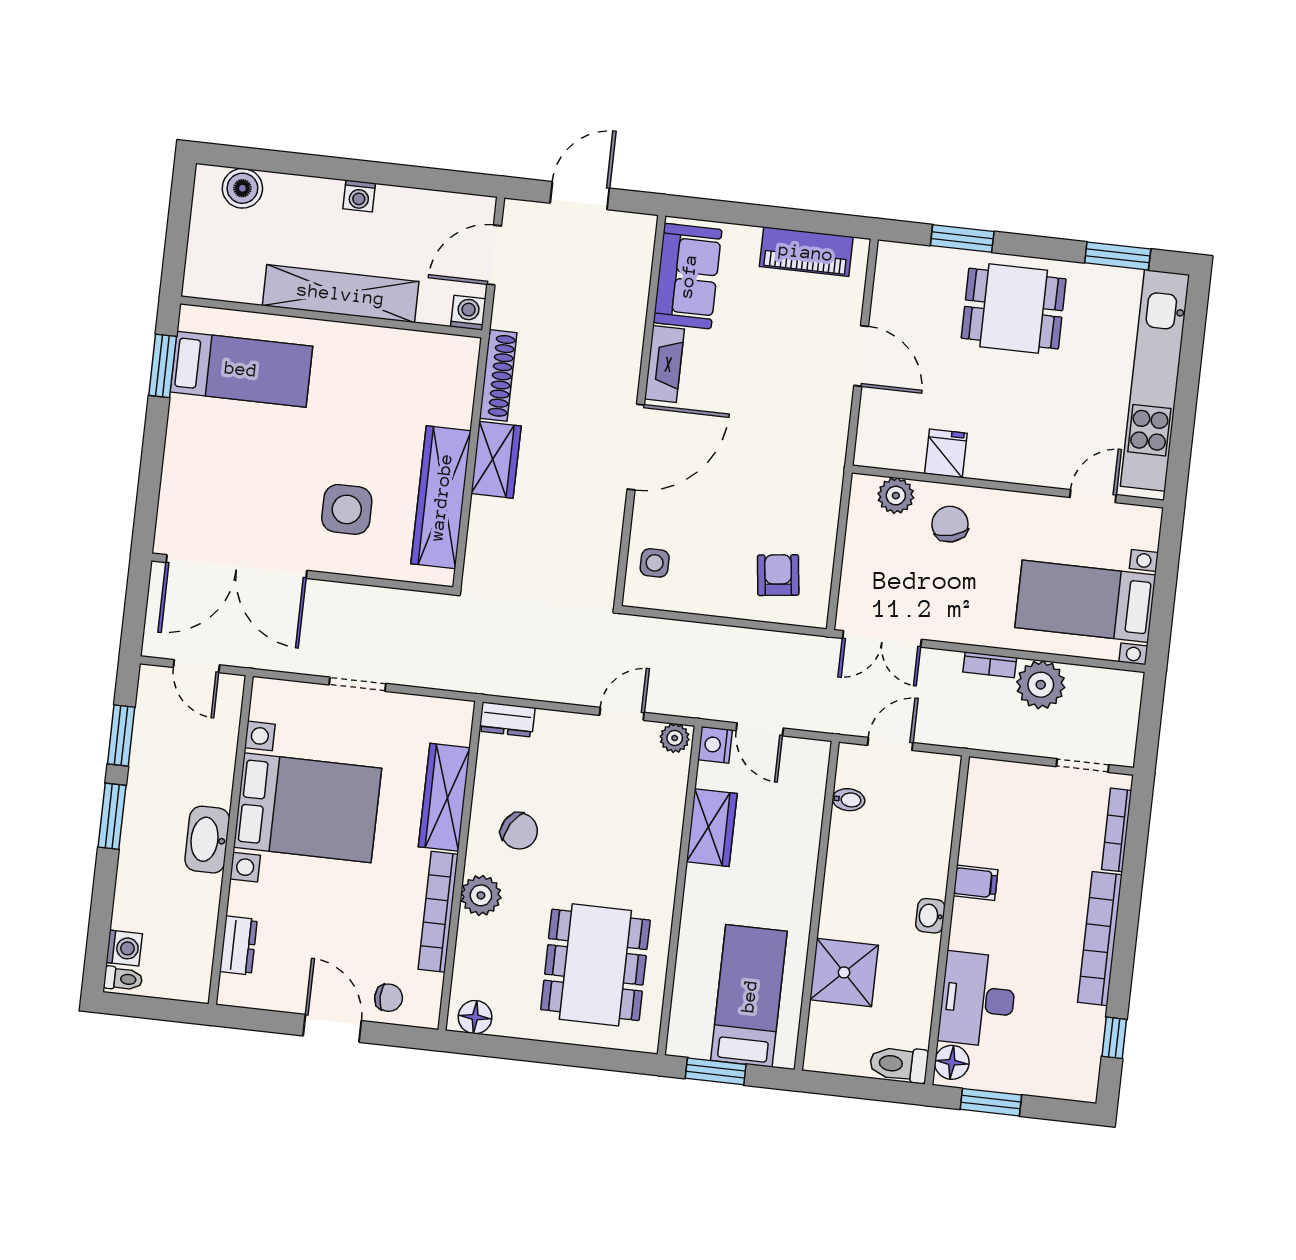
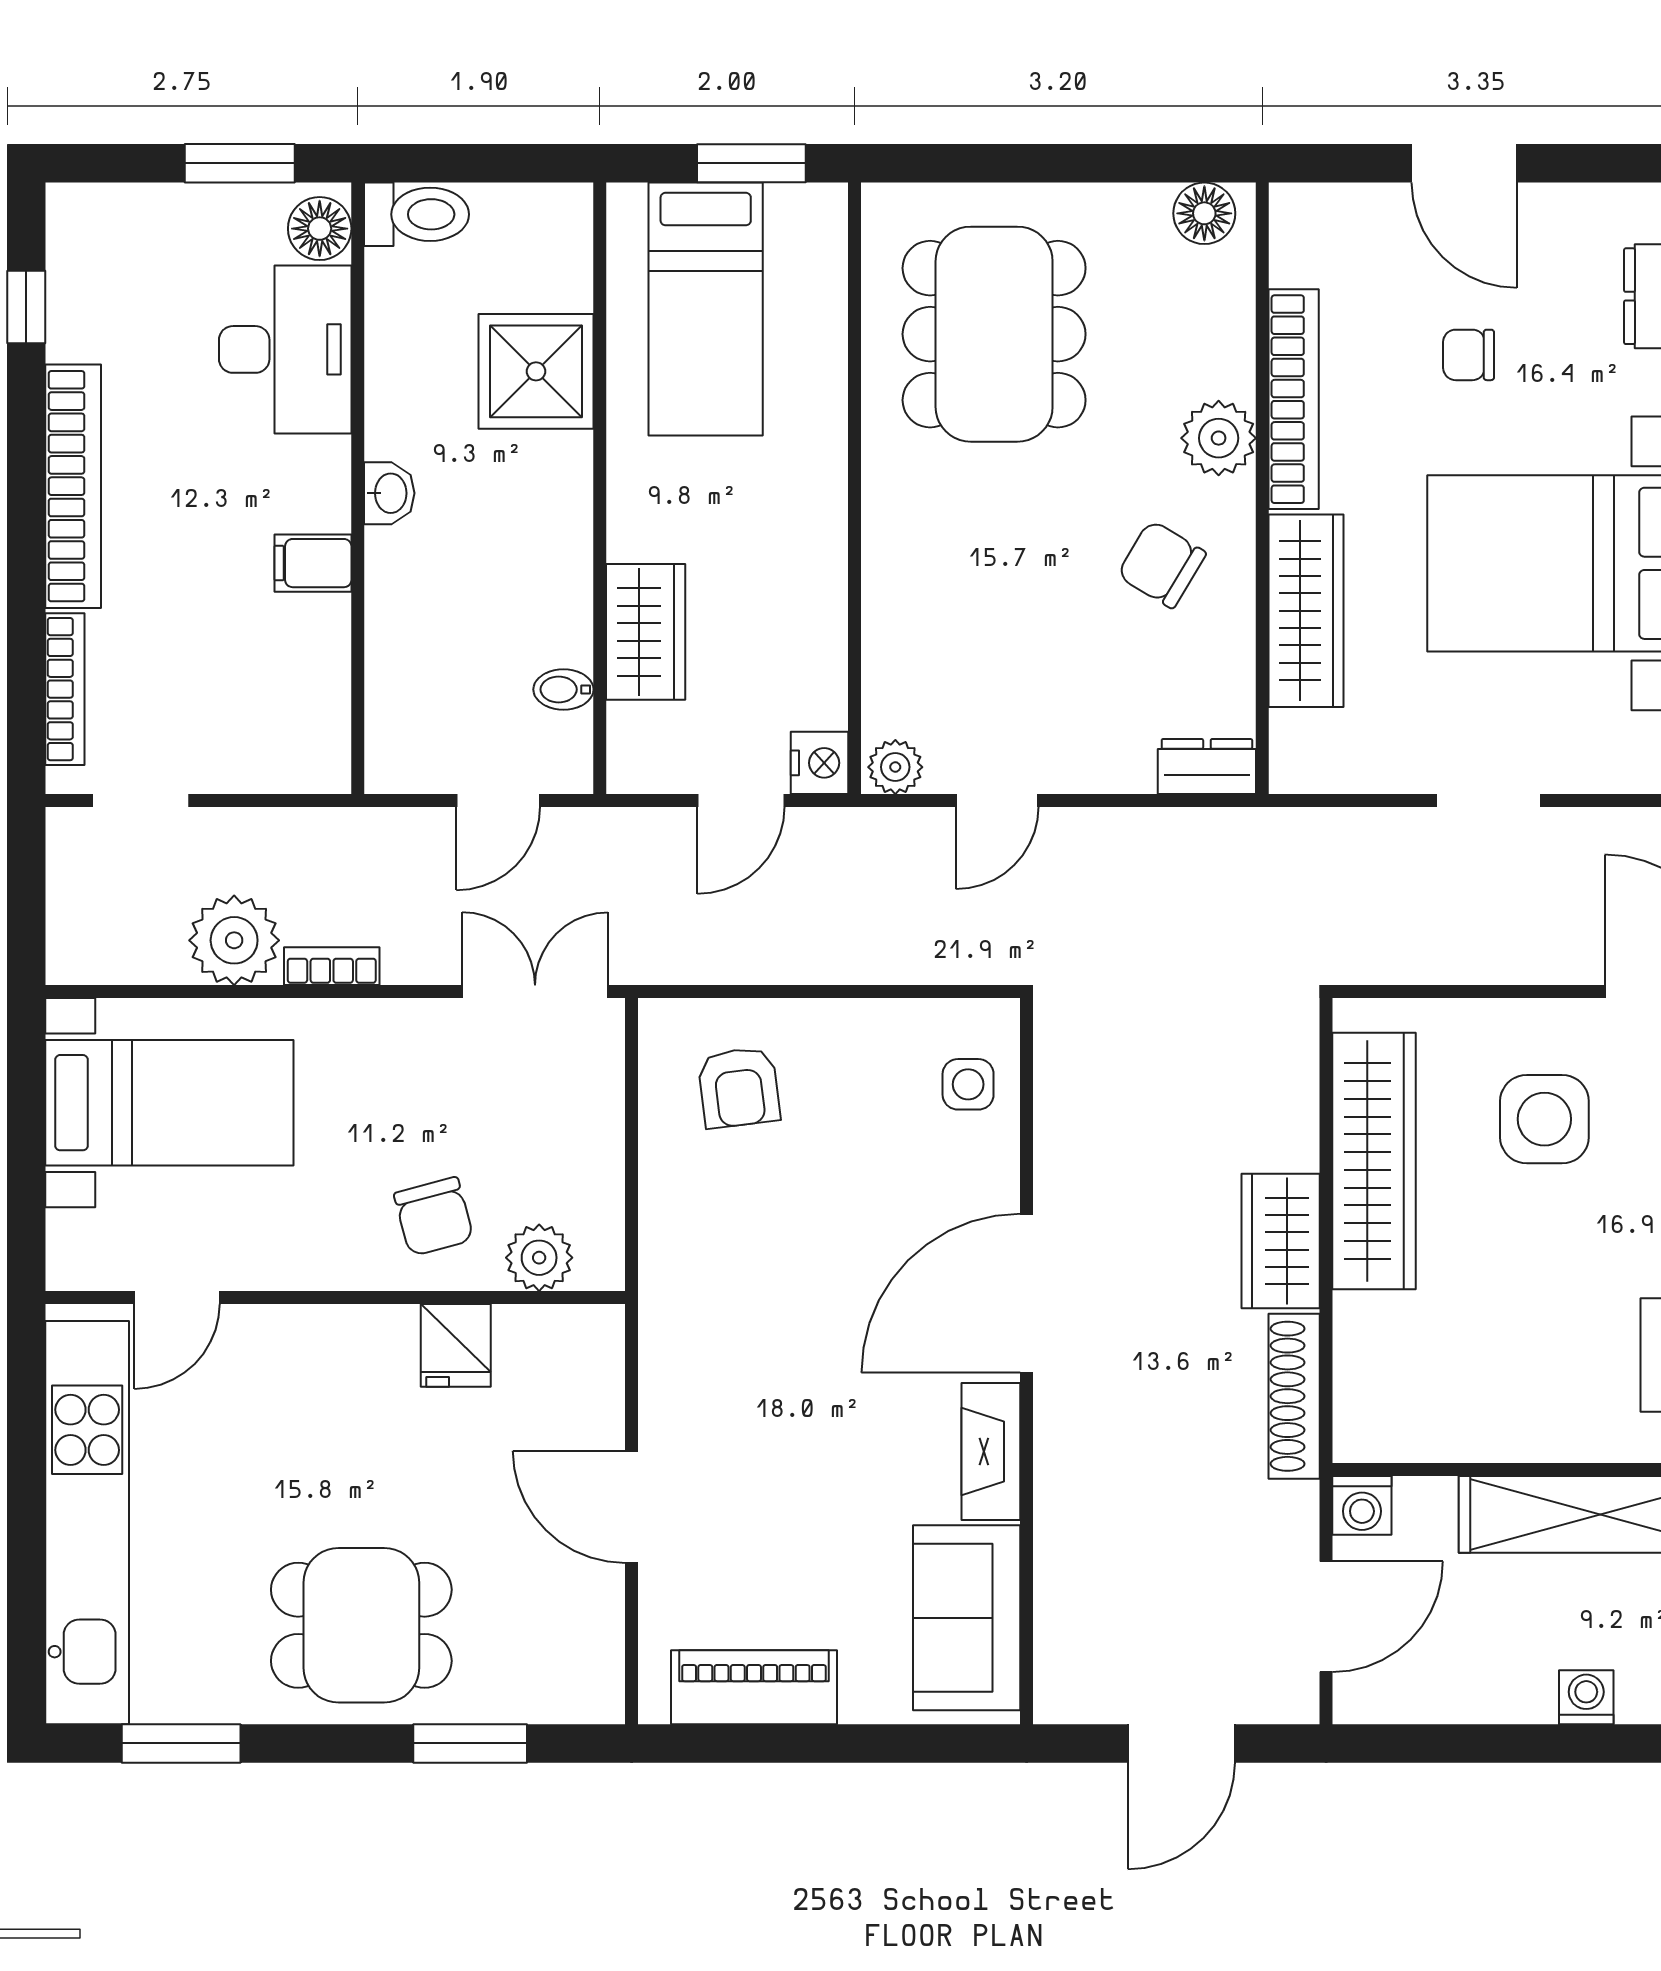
door: (760, 729) -> (741, 800), swing flipped
wardrobe: (712, 828) -> (646, 632), moved, turned 180
chair: (389, 998) -> (1469, 355), moved

